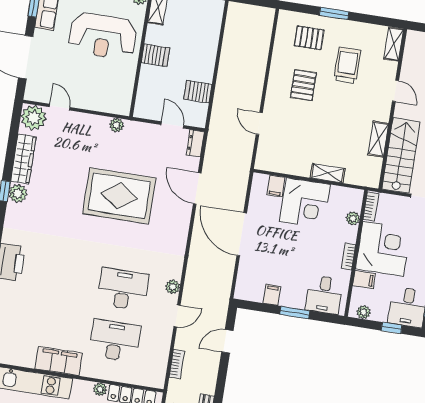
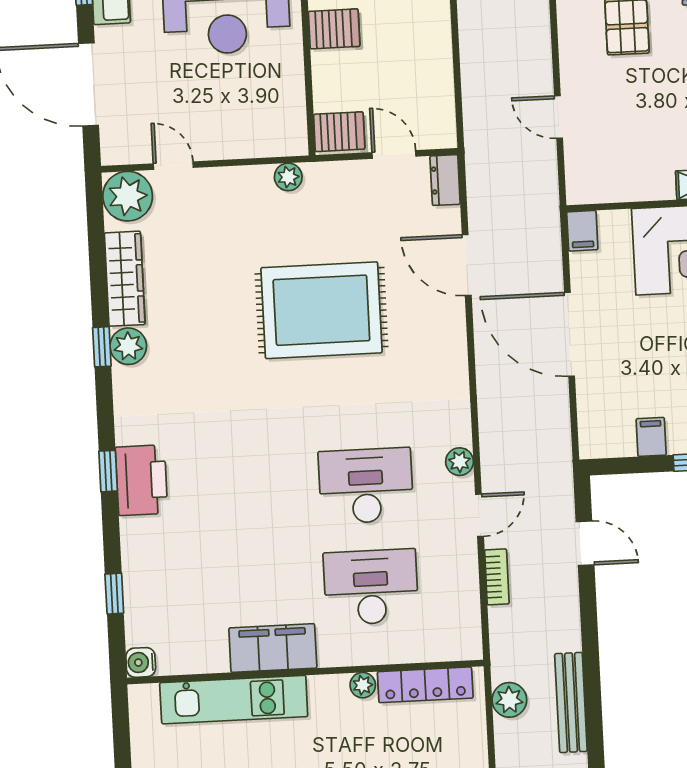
server rack: (198, 92) -> (339, 132), moved, turned 180
filing cabinet: (276, 186) -> (582, 231), moved
door: (227, 341) -> (585, 543), swing flipped
bookcase: (177, 364) -> (497, 577), moved

